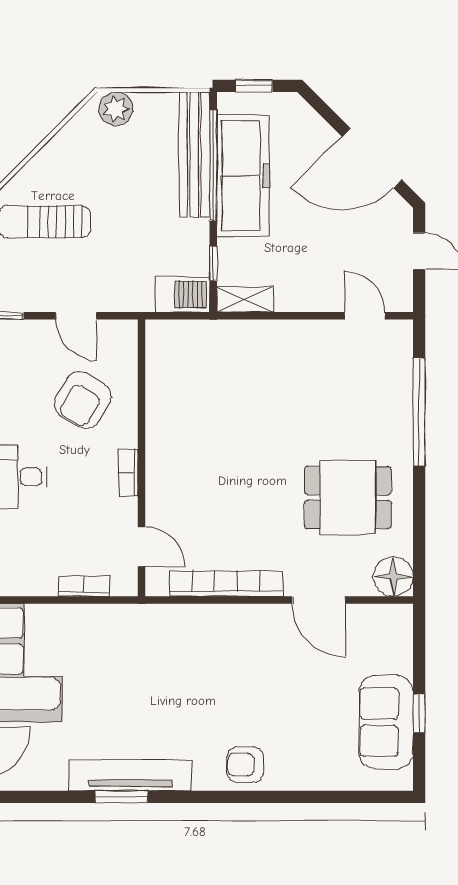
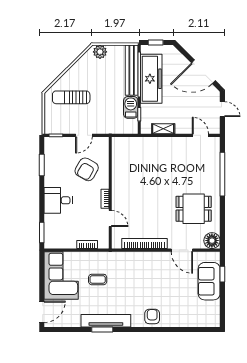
barbecue: (183, 294) -> (131, 107), moved, turned -90
shelving: (245, 299) -> (163, 129), moved
door: (76, 316) -> (84, 135), hinge flipped
door: (141, 547) -> (110, 219), moved
coffee table: (110, 673) -> (98, 279), added
window: (419, 713) -> (222, 274), moved
sofa: (386, 722) -> (209, 281), moved
armchair: (245, 764) -> (152, 316), turned 90

